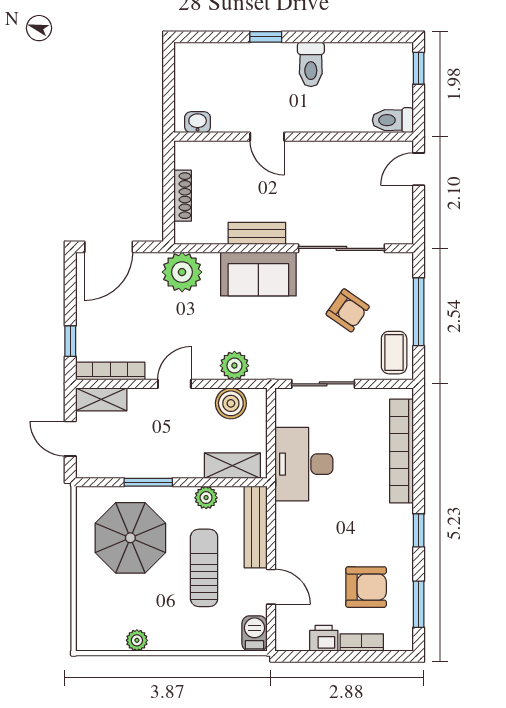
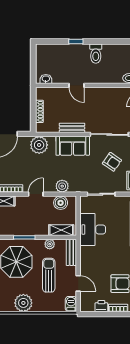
bench: (256, 527) -> (71, 252), width x0.73
plant: (137, 640) -> (23, 303), width x1.88, depth x1.88

